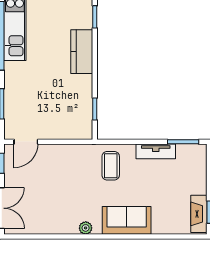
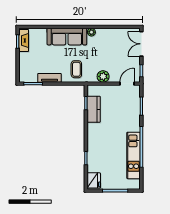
kitchen counter: (82, 52) -> (94, 109), moved
plant: (66, 154) -> (103, 76), added
sofa: (127, 220) -> (67, 37), width x1.36

